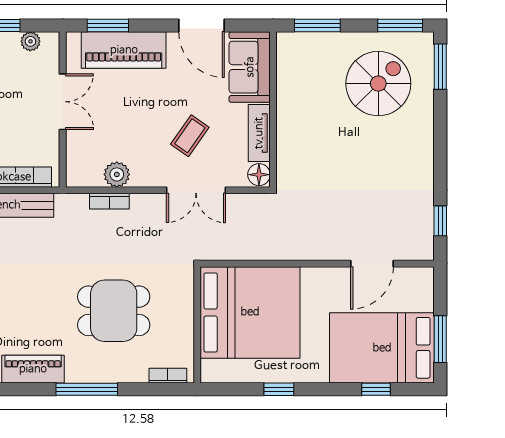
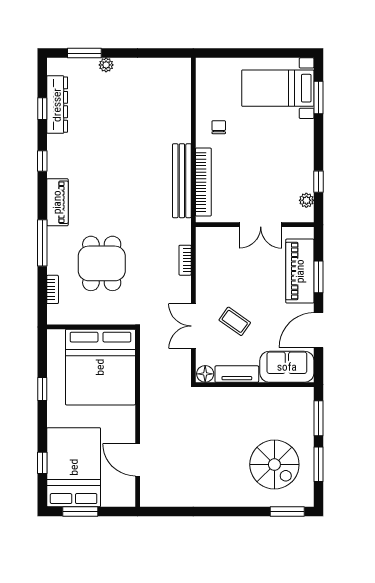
window: (108, 26) -> (318, 277), moved
window: (400, 26) -> (318, 464), moved
plant: (117, 174) -> (205, 266), removed
window: (440, 221) -> (170, 512), removed
bookcase: (168, 376) -> (53, 289), moved

